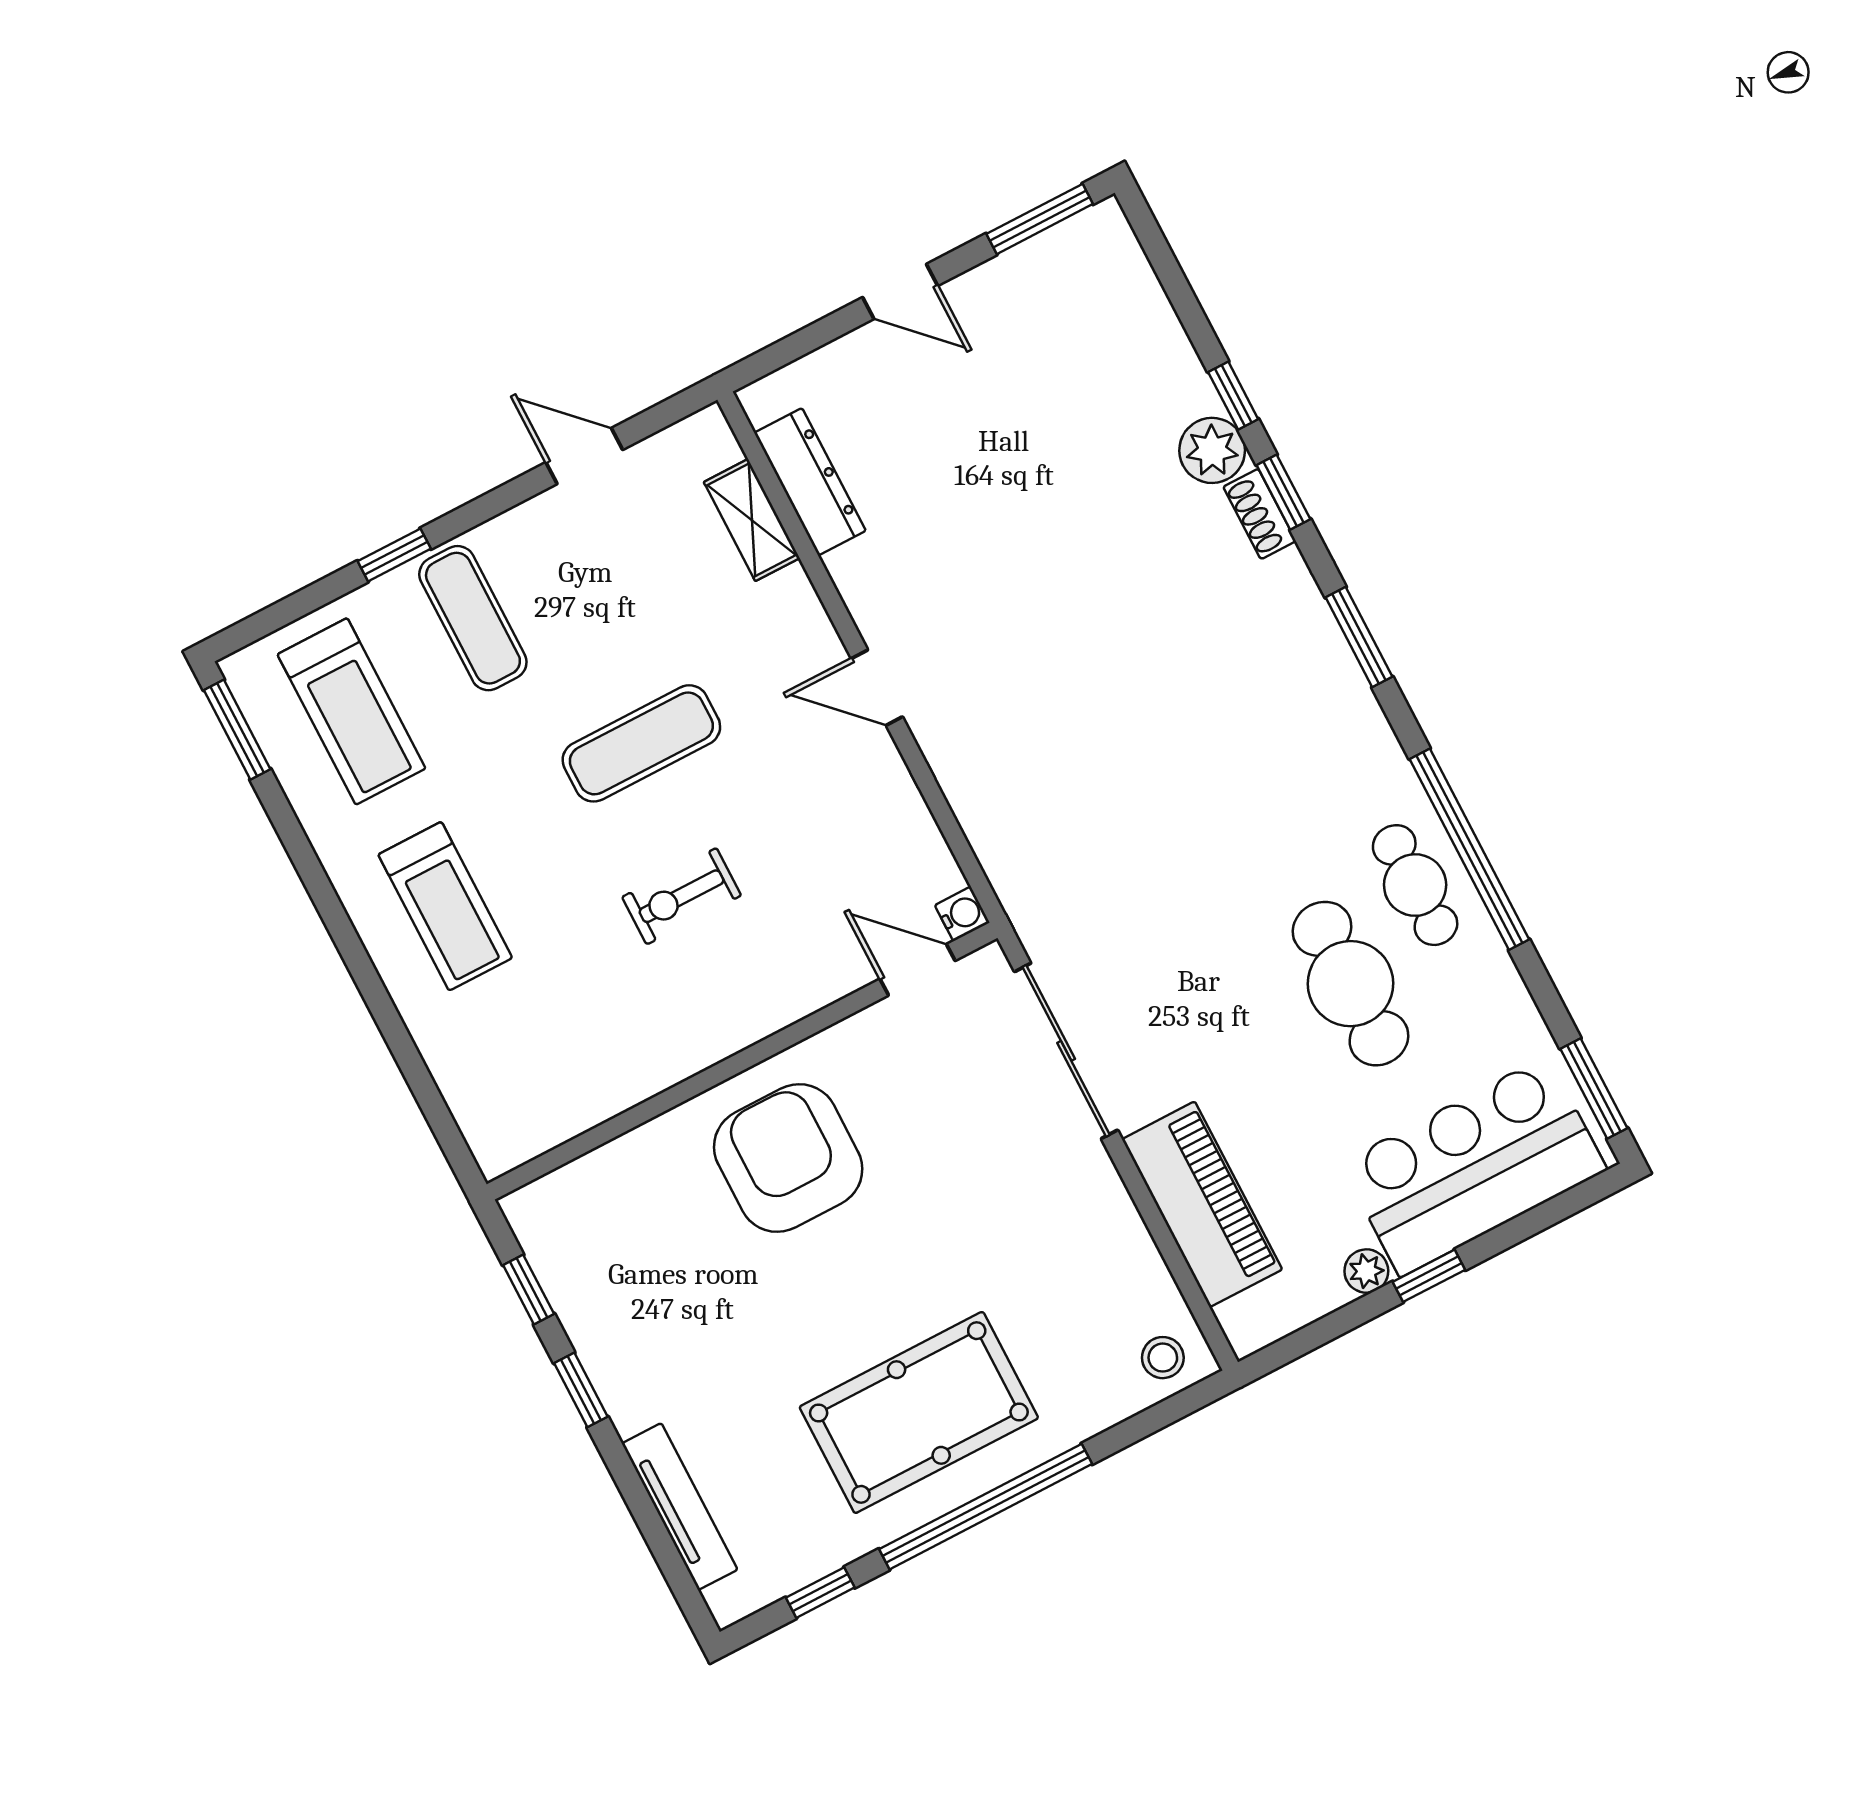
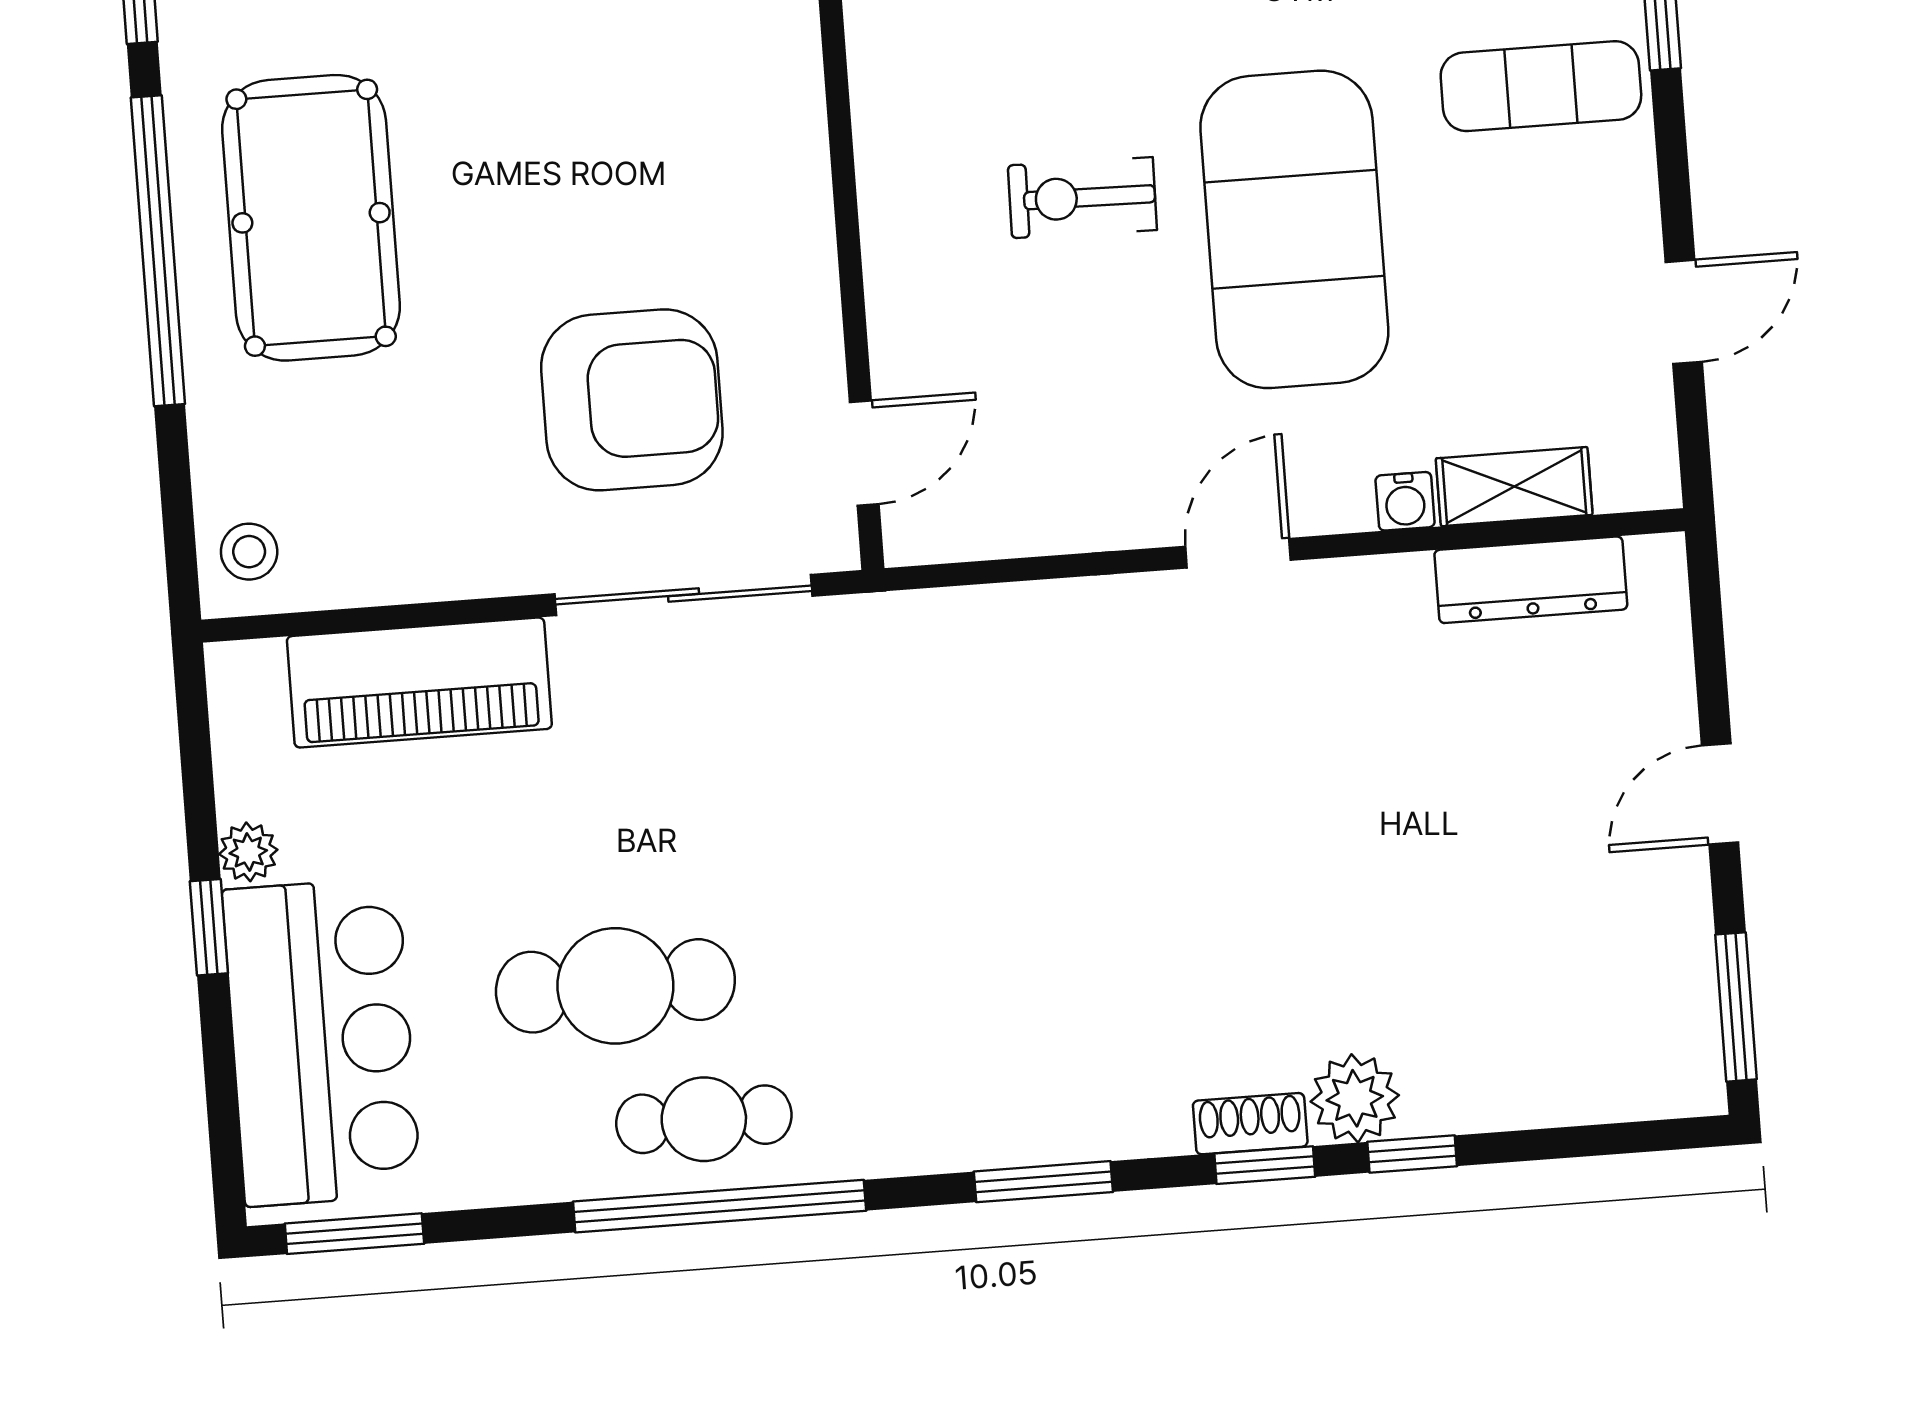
exercise mat: (641, 743) -> (1294, 229), width x2.00, depth x1.45
exercise bike: (681, 896) -> (1082, 198), turned -89
water cooler: (962, 914) -> (1405, 501), moved
armchair: (788, 1158) -> (632, 400), moved

